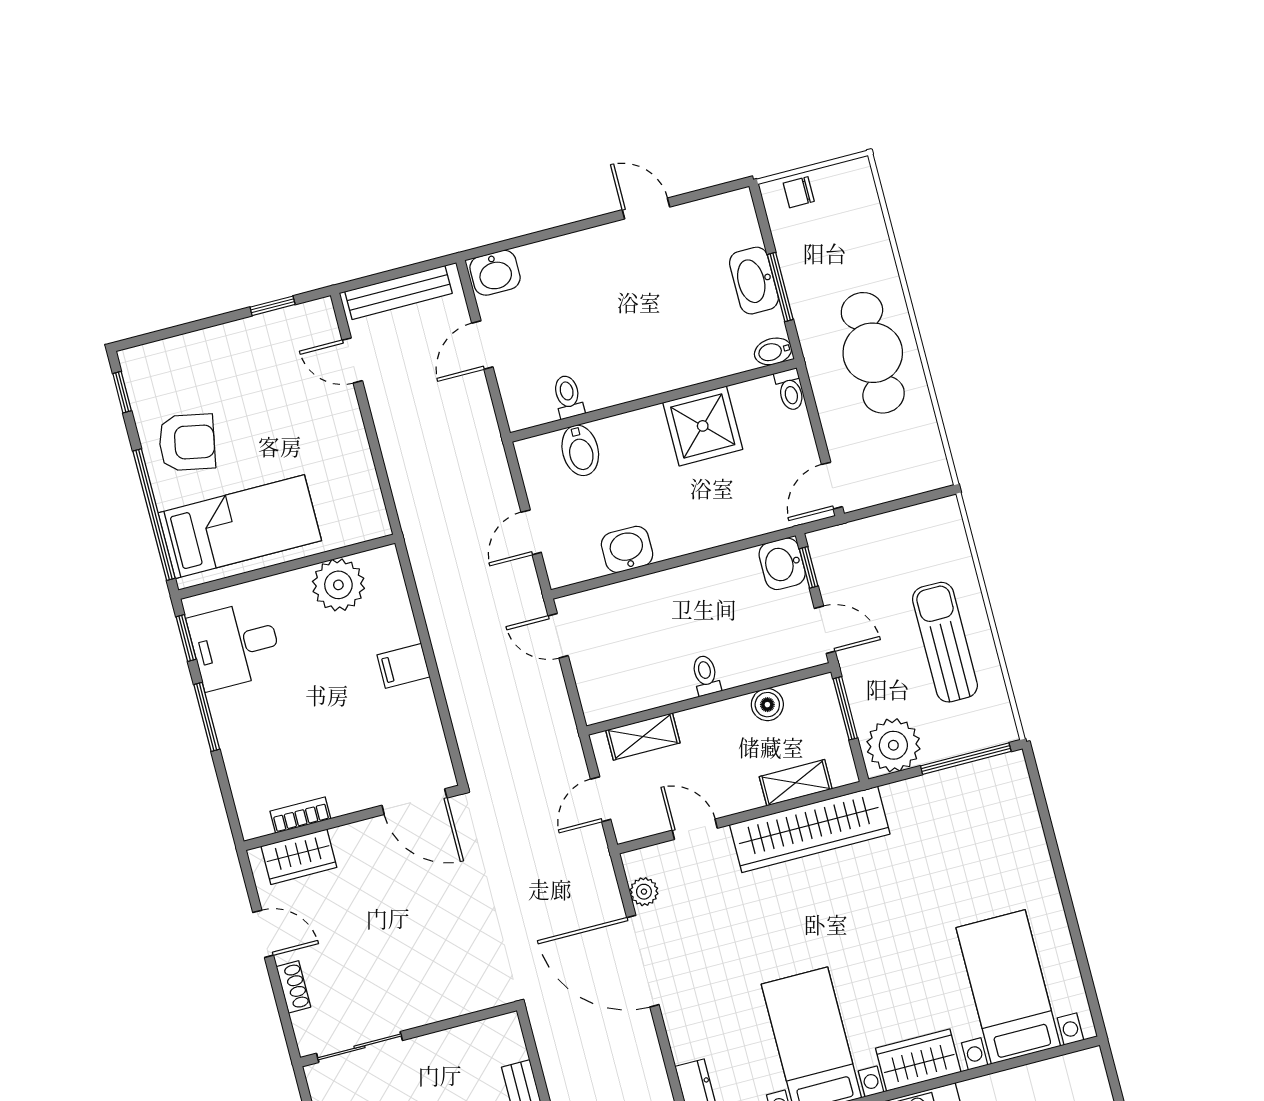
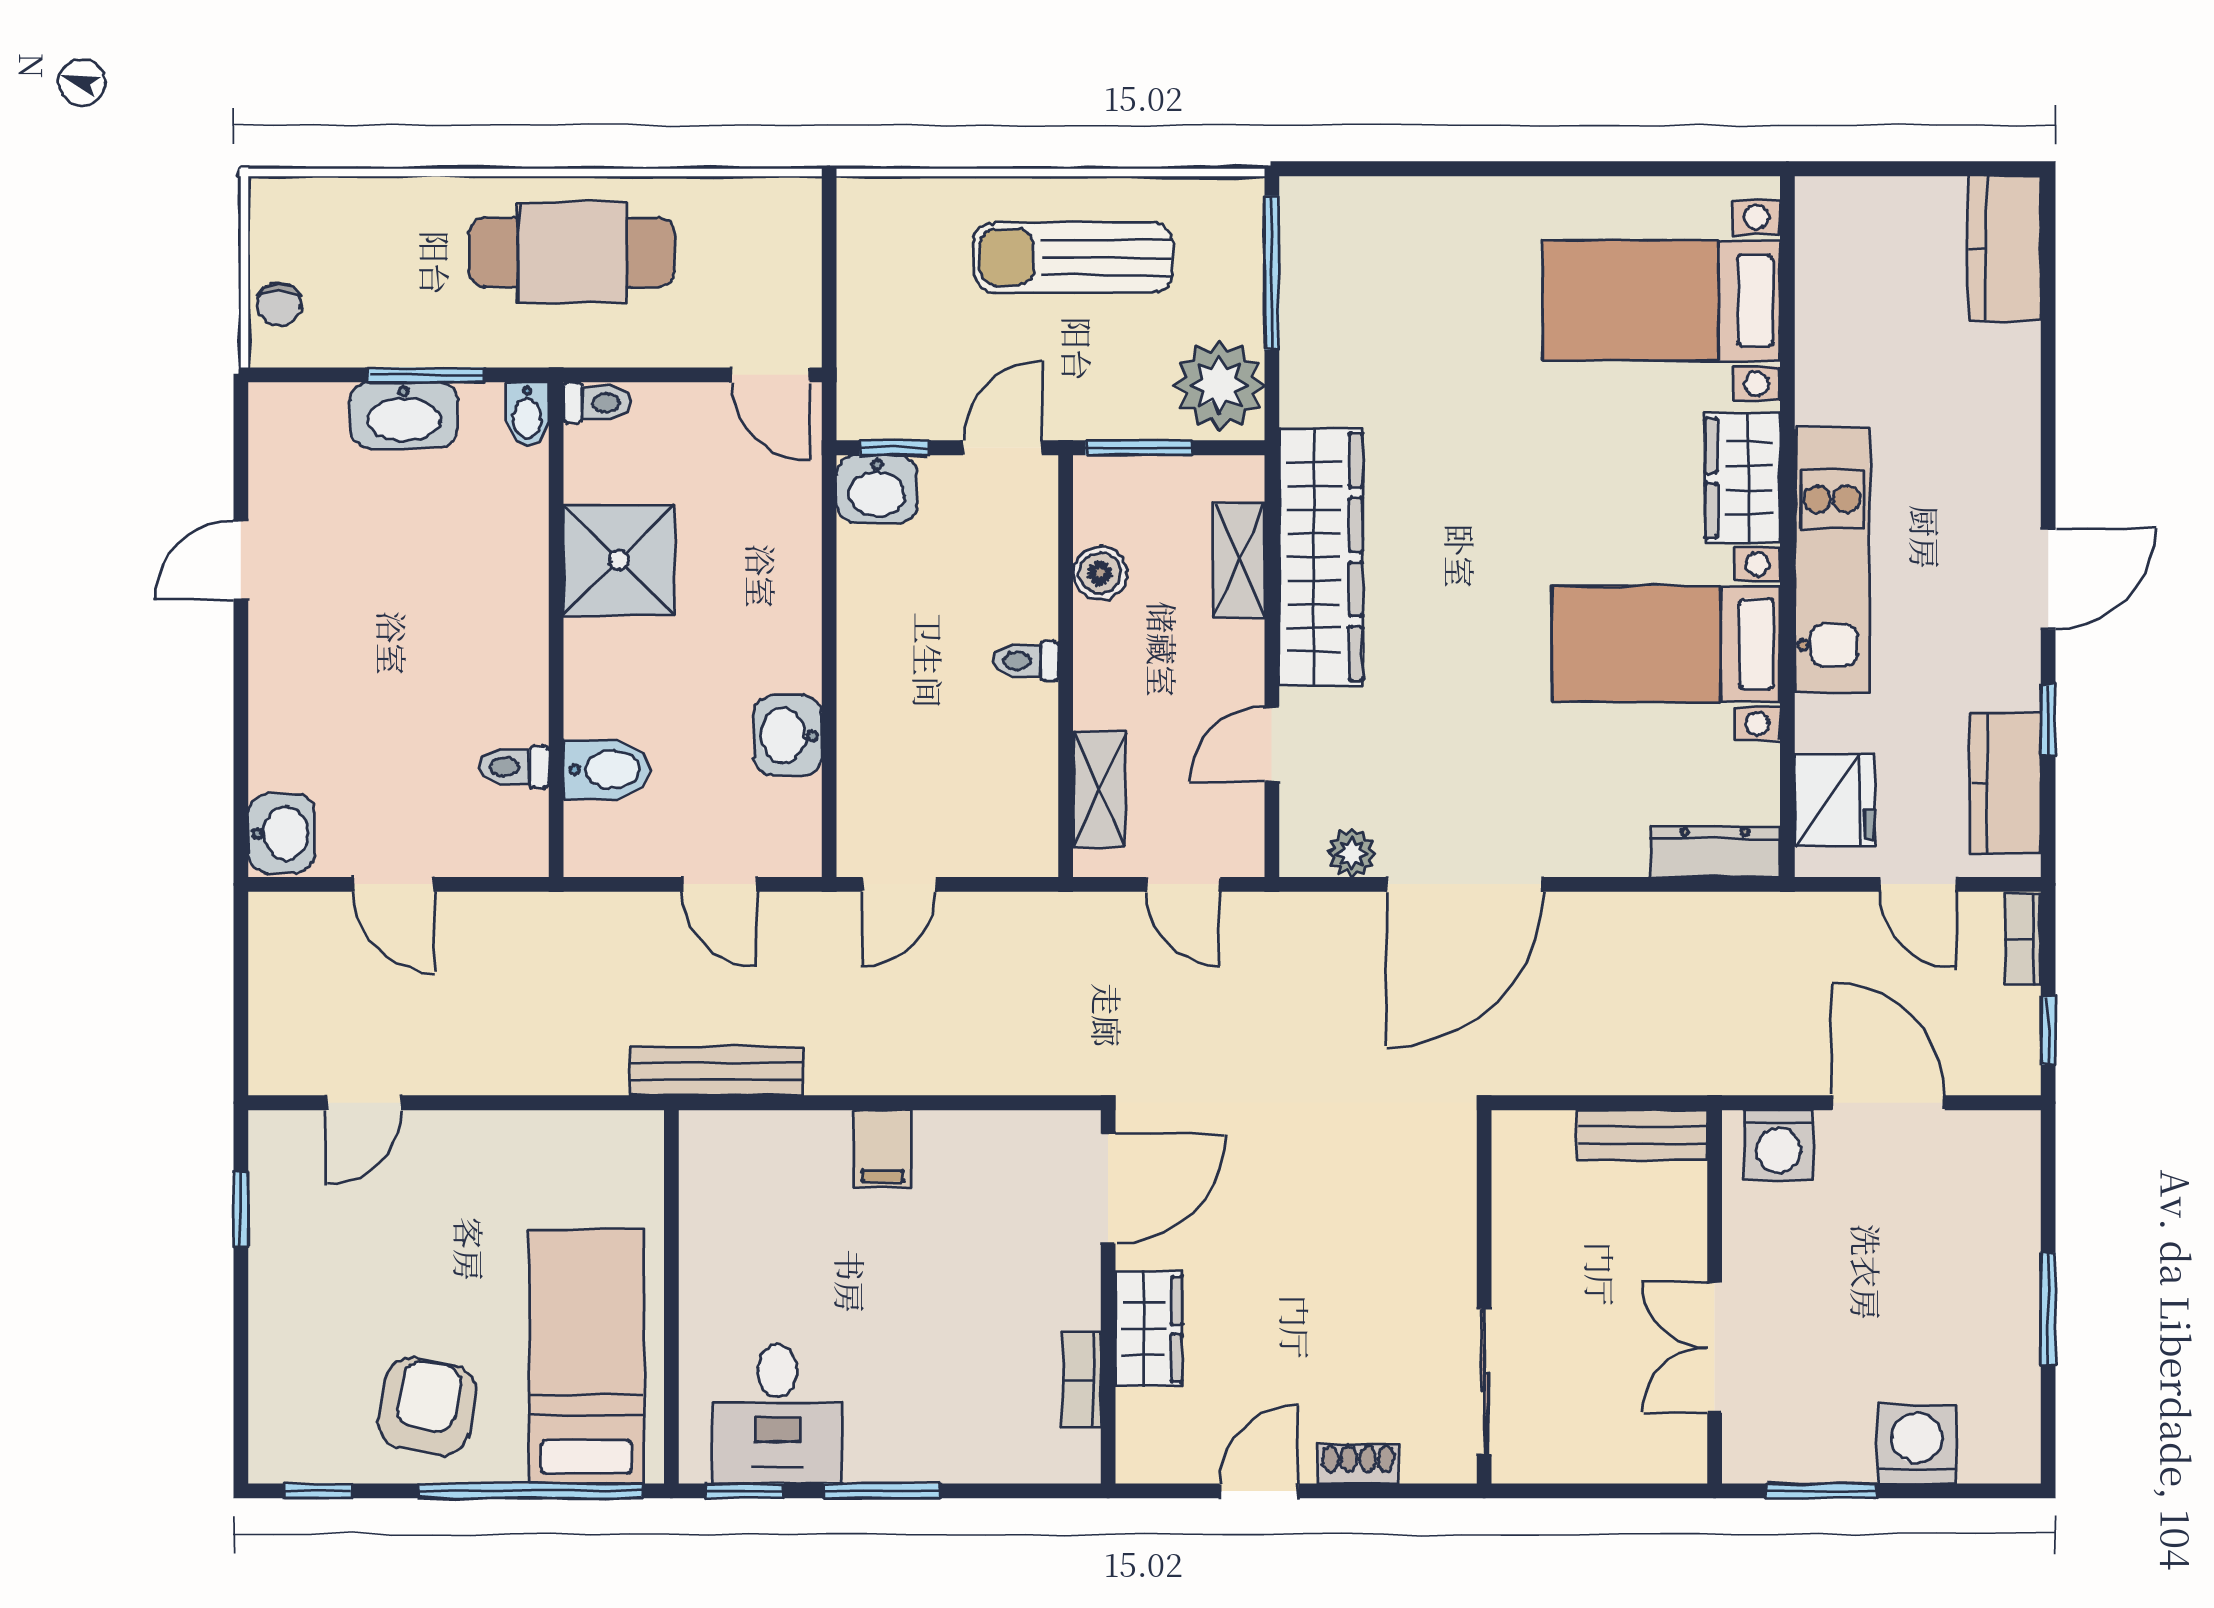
bench: (398, 292) -> (716, 1071), moved, turned 90
plant: (338, 585) -> (723, 1221), removed
wardrobe: (299, 857) -> (1149, 1329), moved

